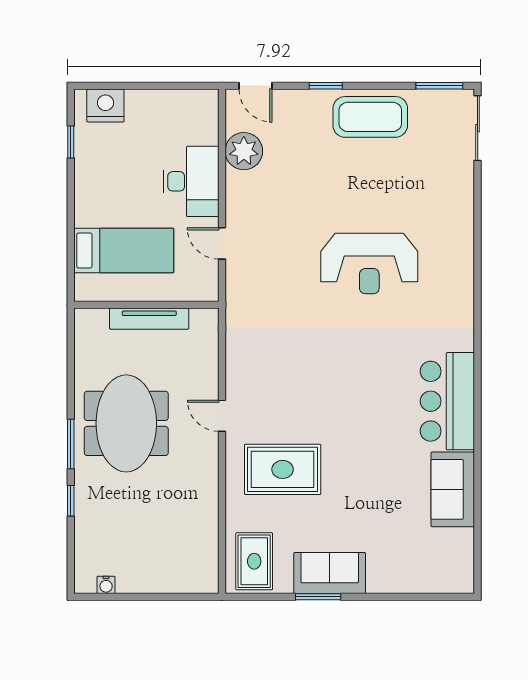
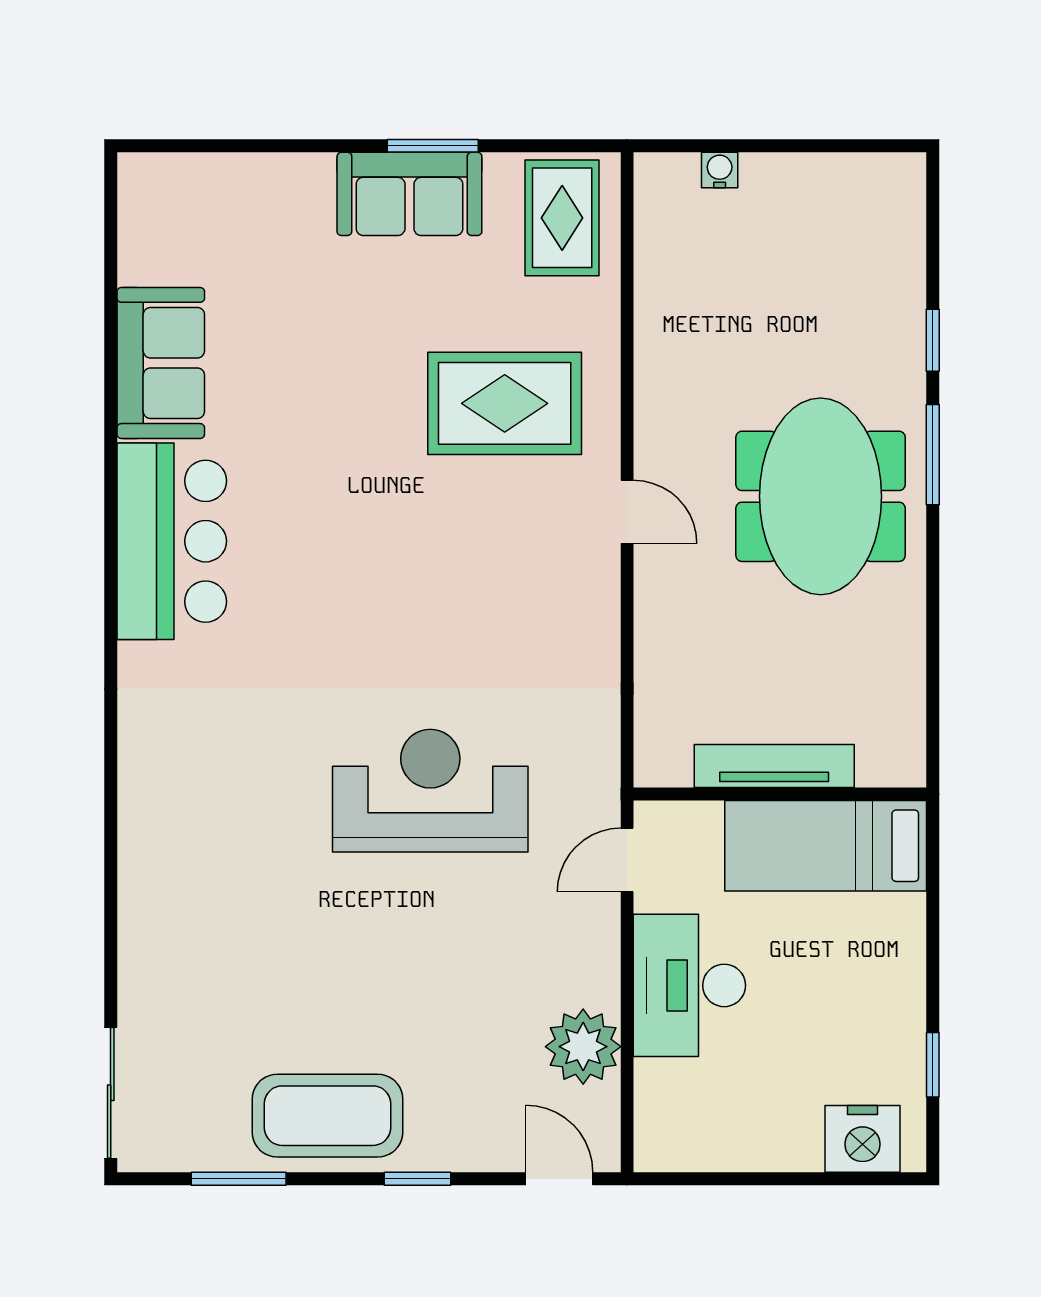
window: (439, 86) -> (239, 1179), moved
door: (222, 243) -> (627, 860), swing flipped
reception desk: (369, 264) -> (430, 791), moved
wall: (146, 305) -> (780, 794), moved
tv unit: (149, 319) -> (774, 766), moved
water cooler: (106, 585) -> (720, 170), moved

